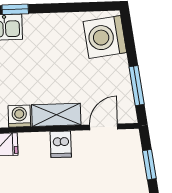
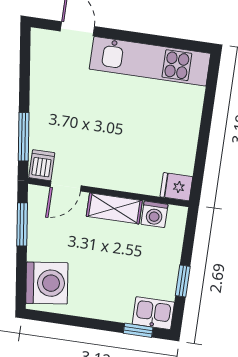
dishwasher: (61, 144) -> (42, 165), moved
window: (149, 165) -> (24, 137), width x1.50

